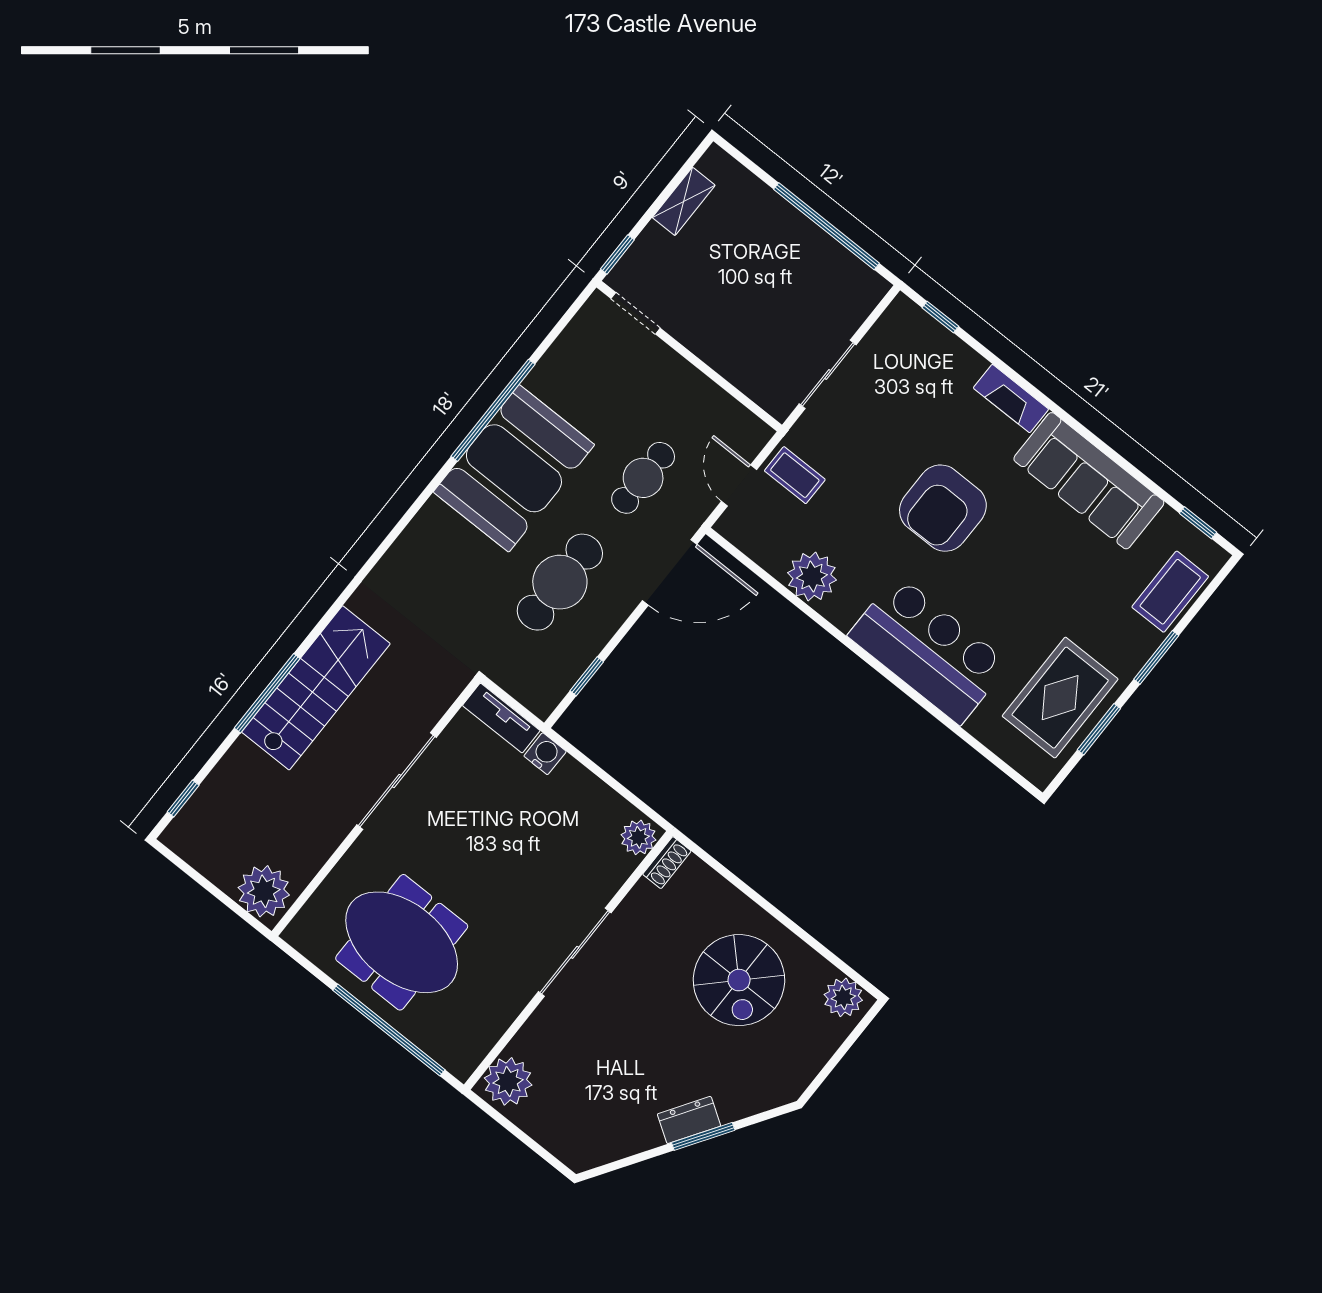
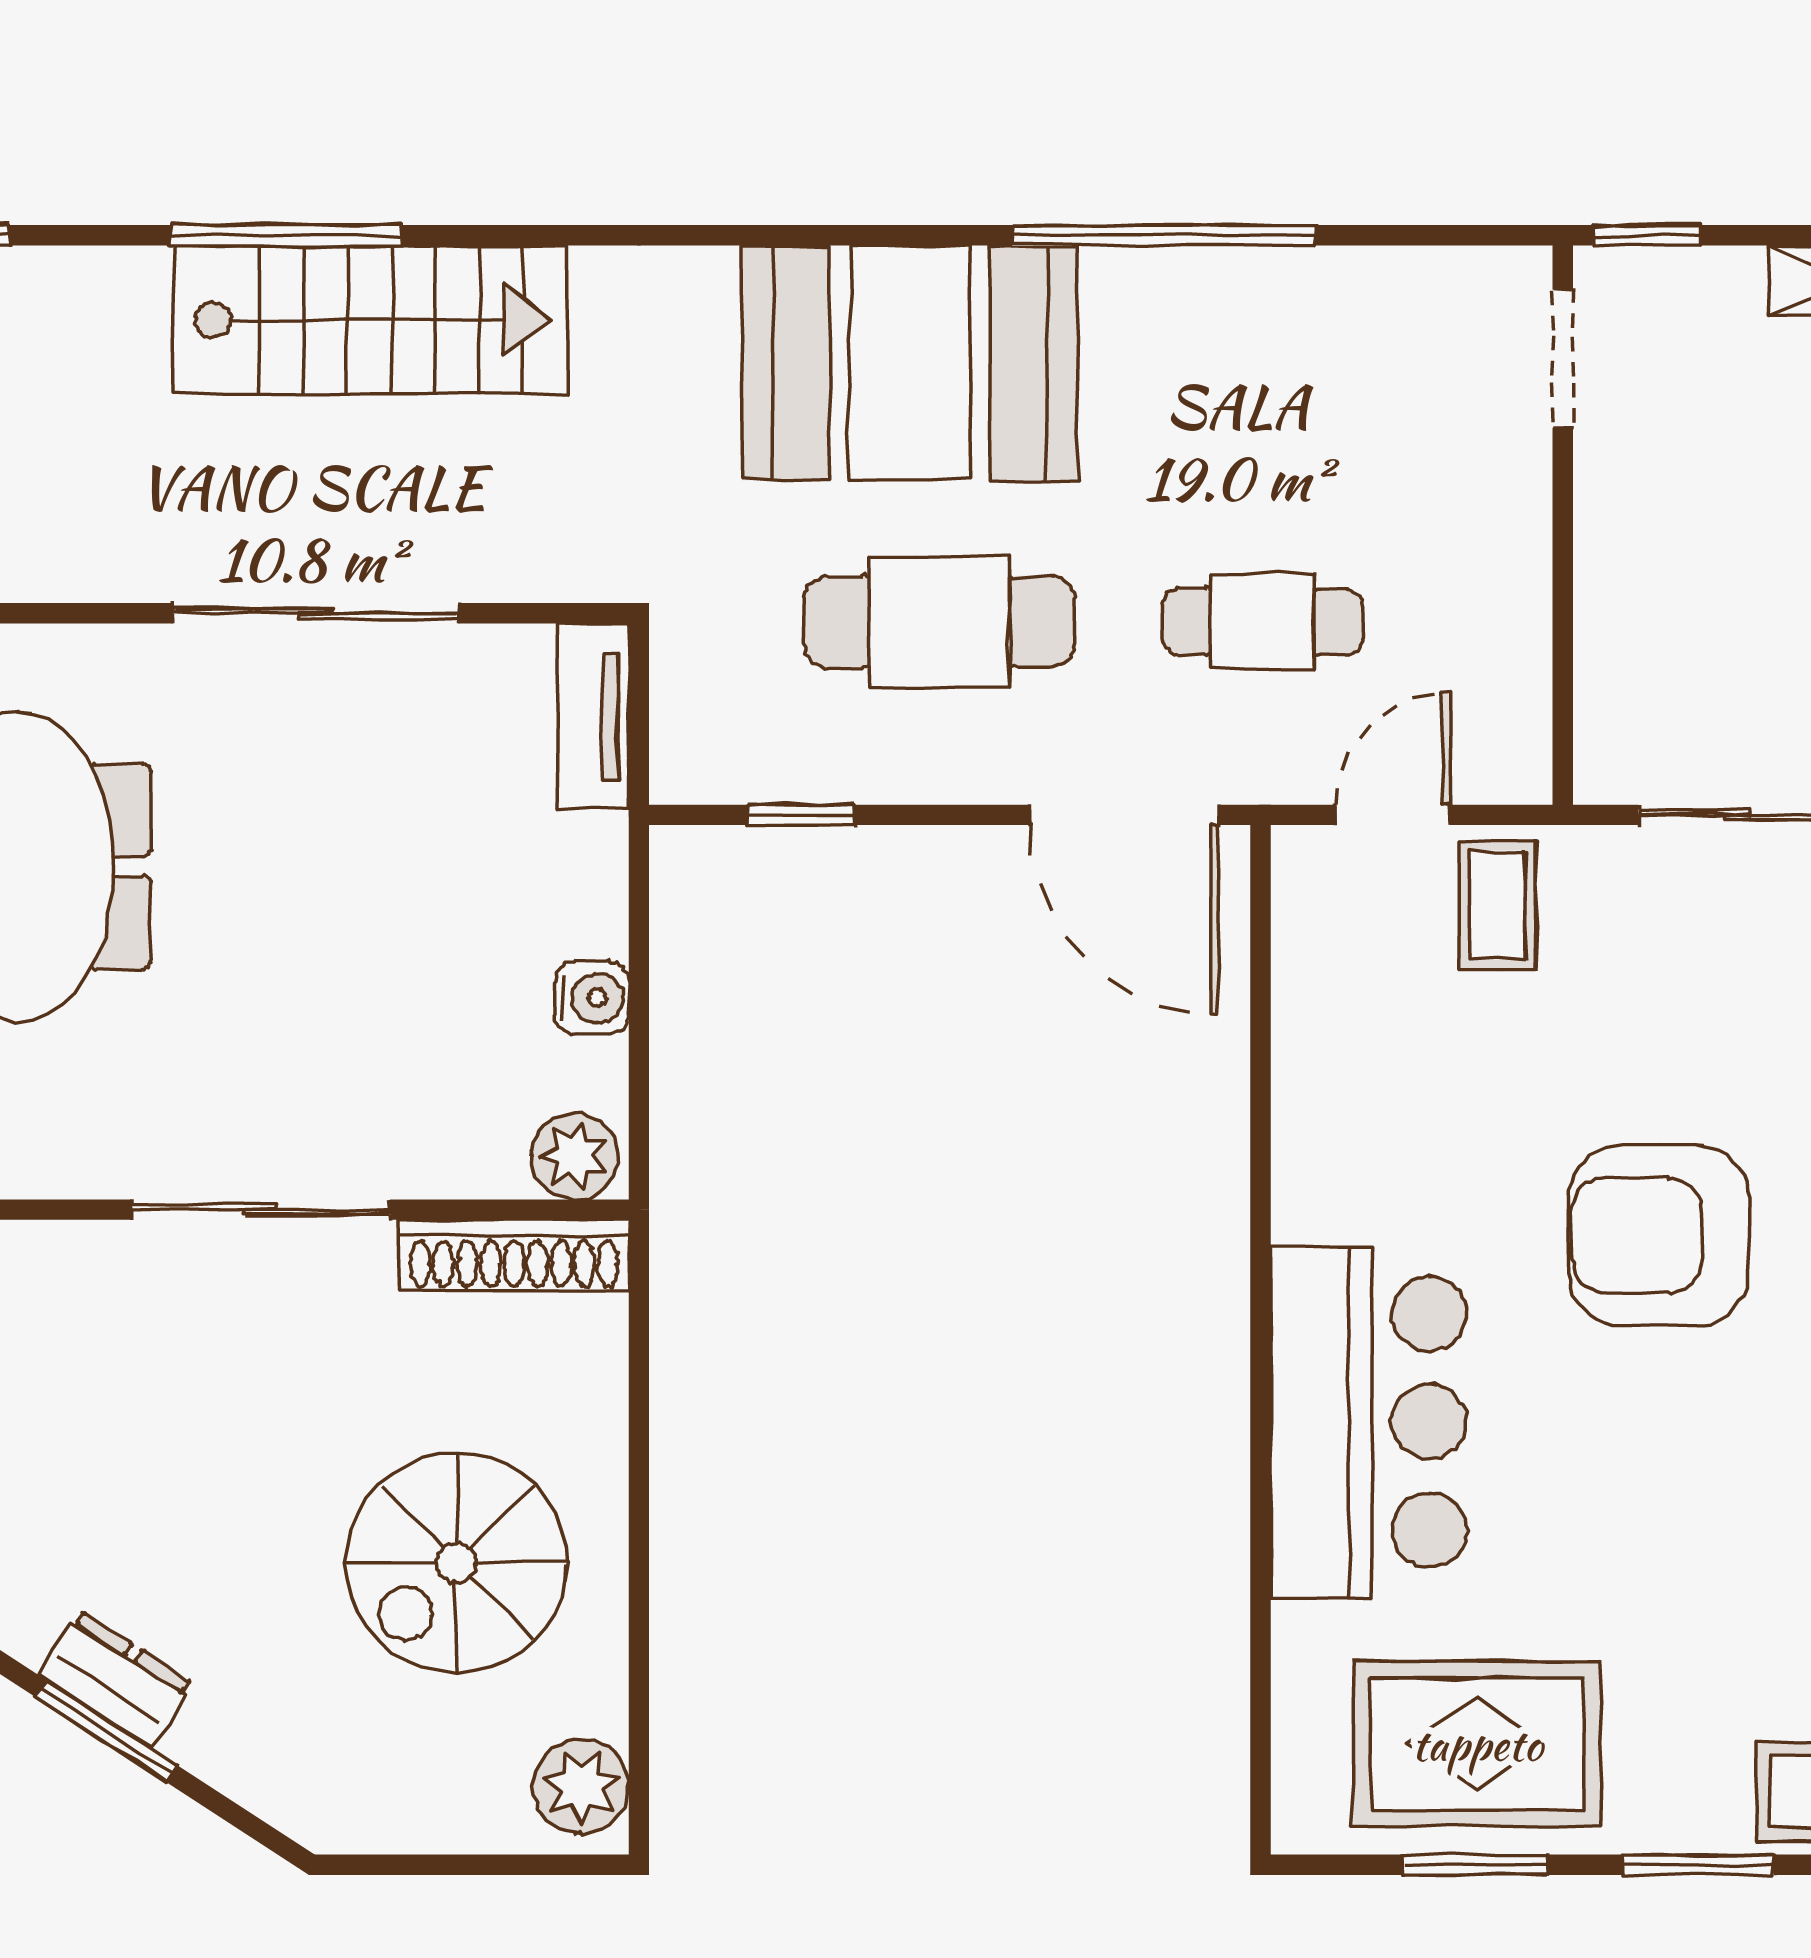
booth: (514, 468) -> (909, 363), moved
plant: (812, 576) -> (1331, 1090), removed
water cooler: (545, 754) -> (592, 998), moved
shoe rack: (667, 863) -> (514, 1255), width x1.94, depth x1.24

